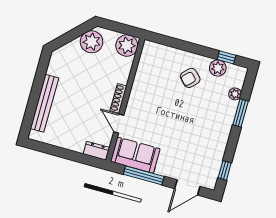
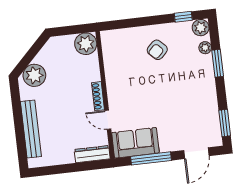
plant: (92, 42) -> (34, 75), moved
plant: (218, 68) -> (201, 28), moved
dresser: (96, 151) -> (92, 154), width x1.44
window: (225, 170) -> (225, 123), width x1.50

